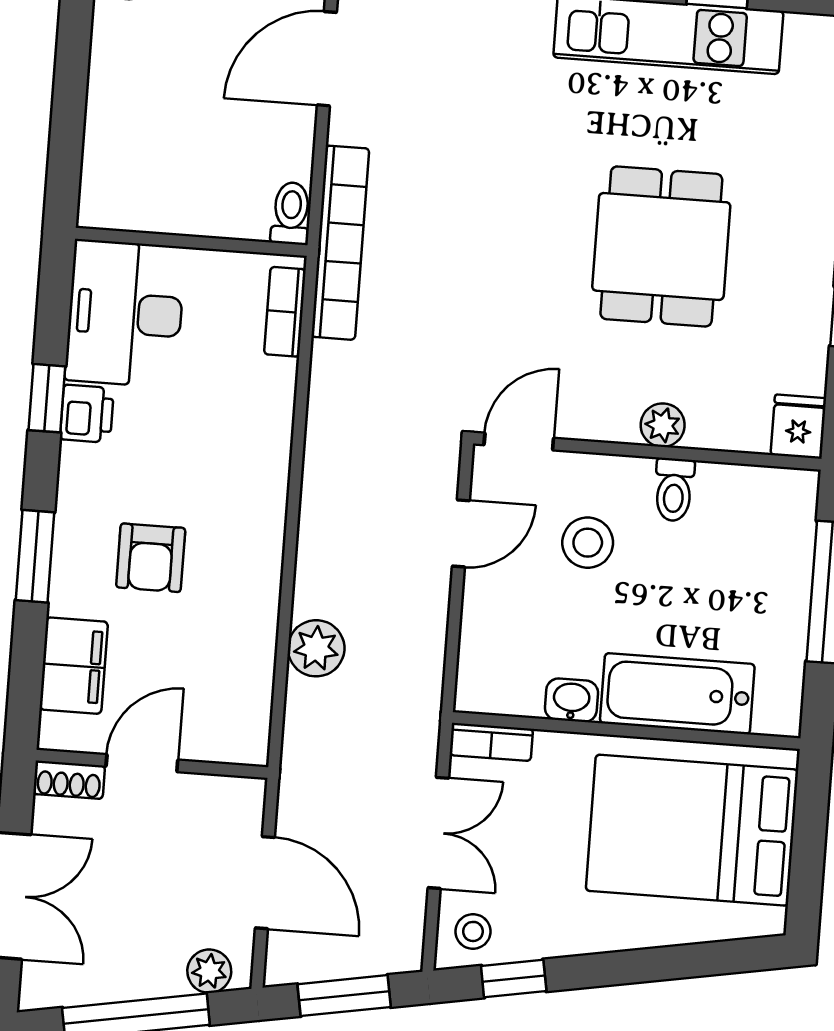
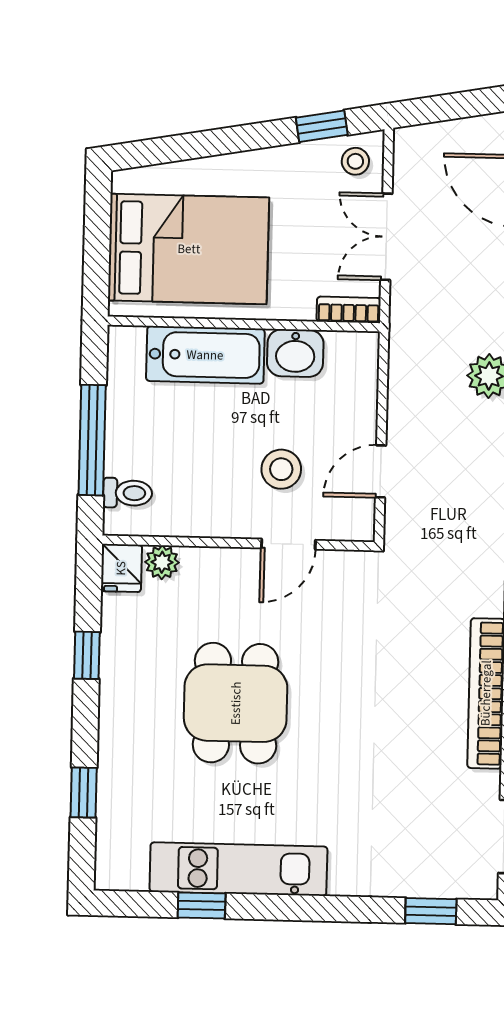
plant: (663, 425) -> (162, 562), moved
door: (519, 442) -> (288, 544), moved
toilet: (674, 490) -> (128, 493), moved, turned 90
washbasin: (571, 700) -> (295, 353), width x1.38, depth x1.45
window: (344, 996) -> (453, 106), removed

